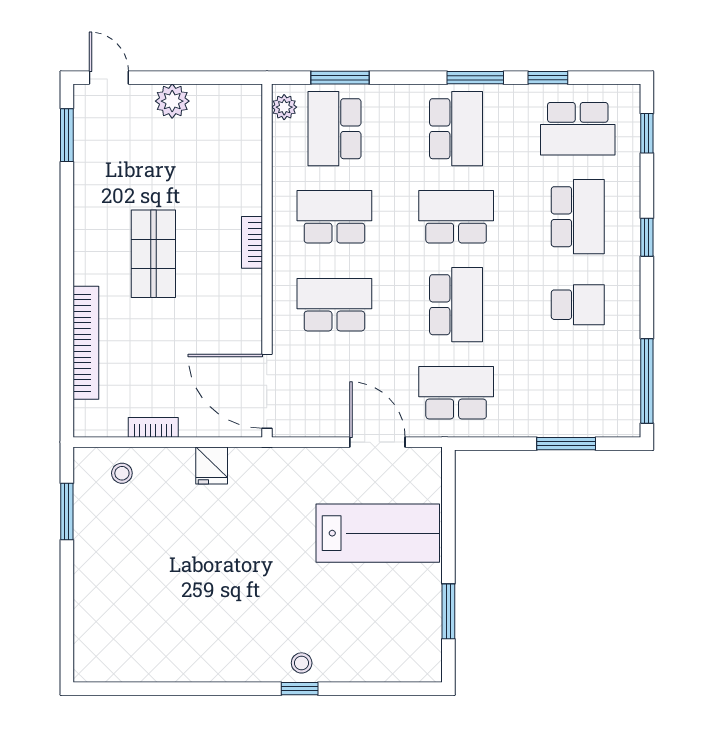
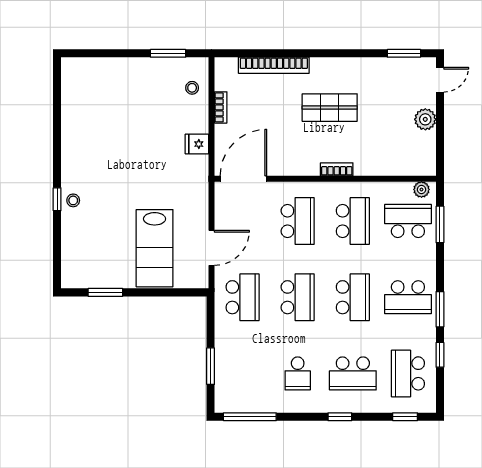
school desk: (456, 305) -> (298, 297), turned -90

